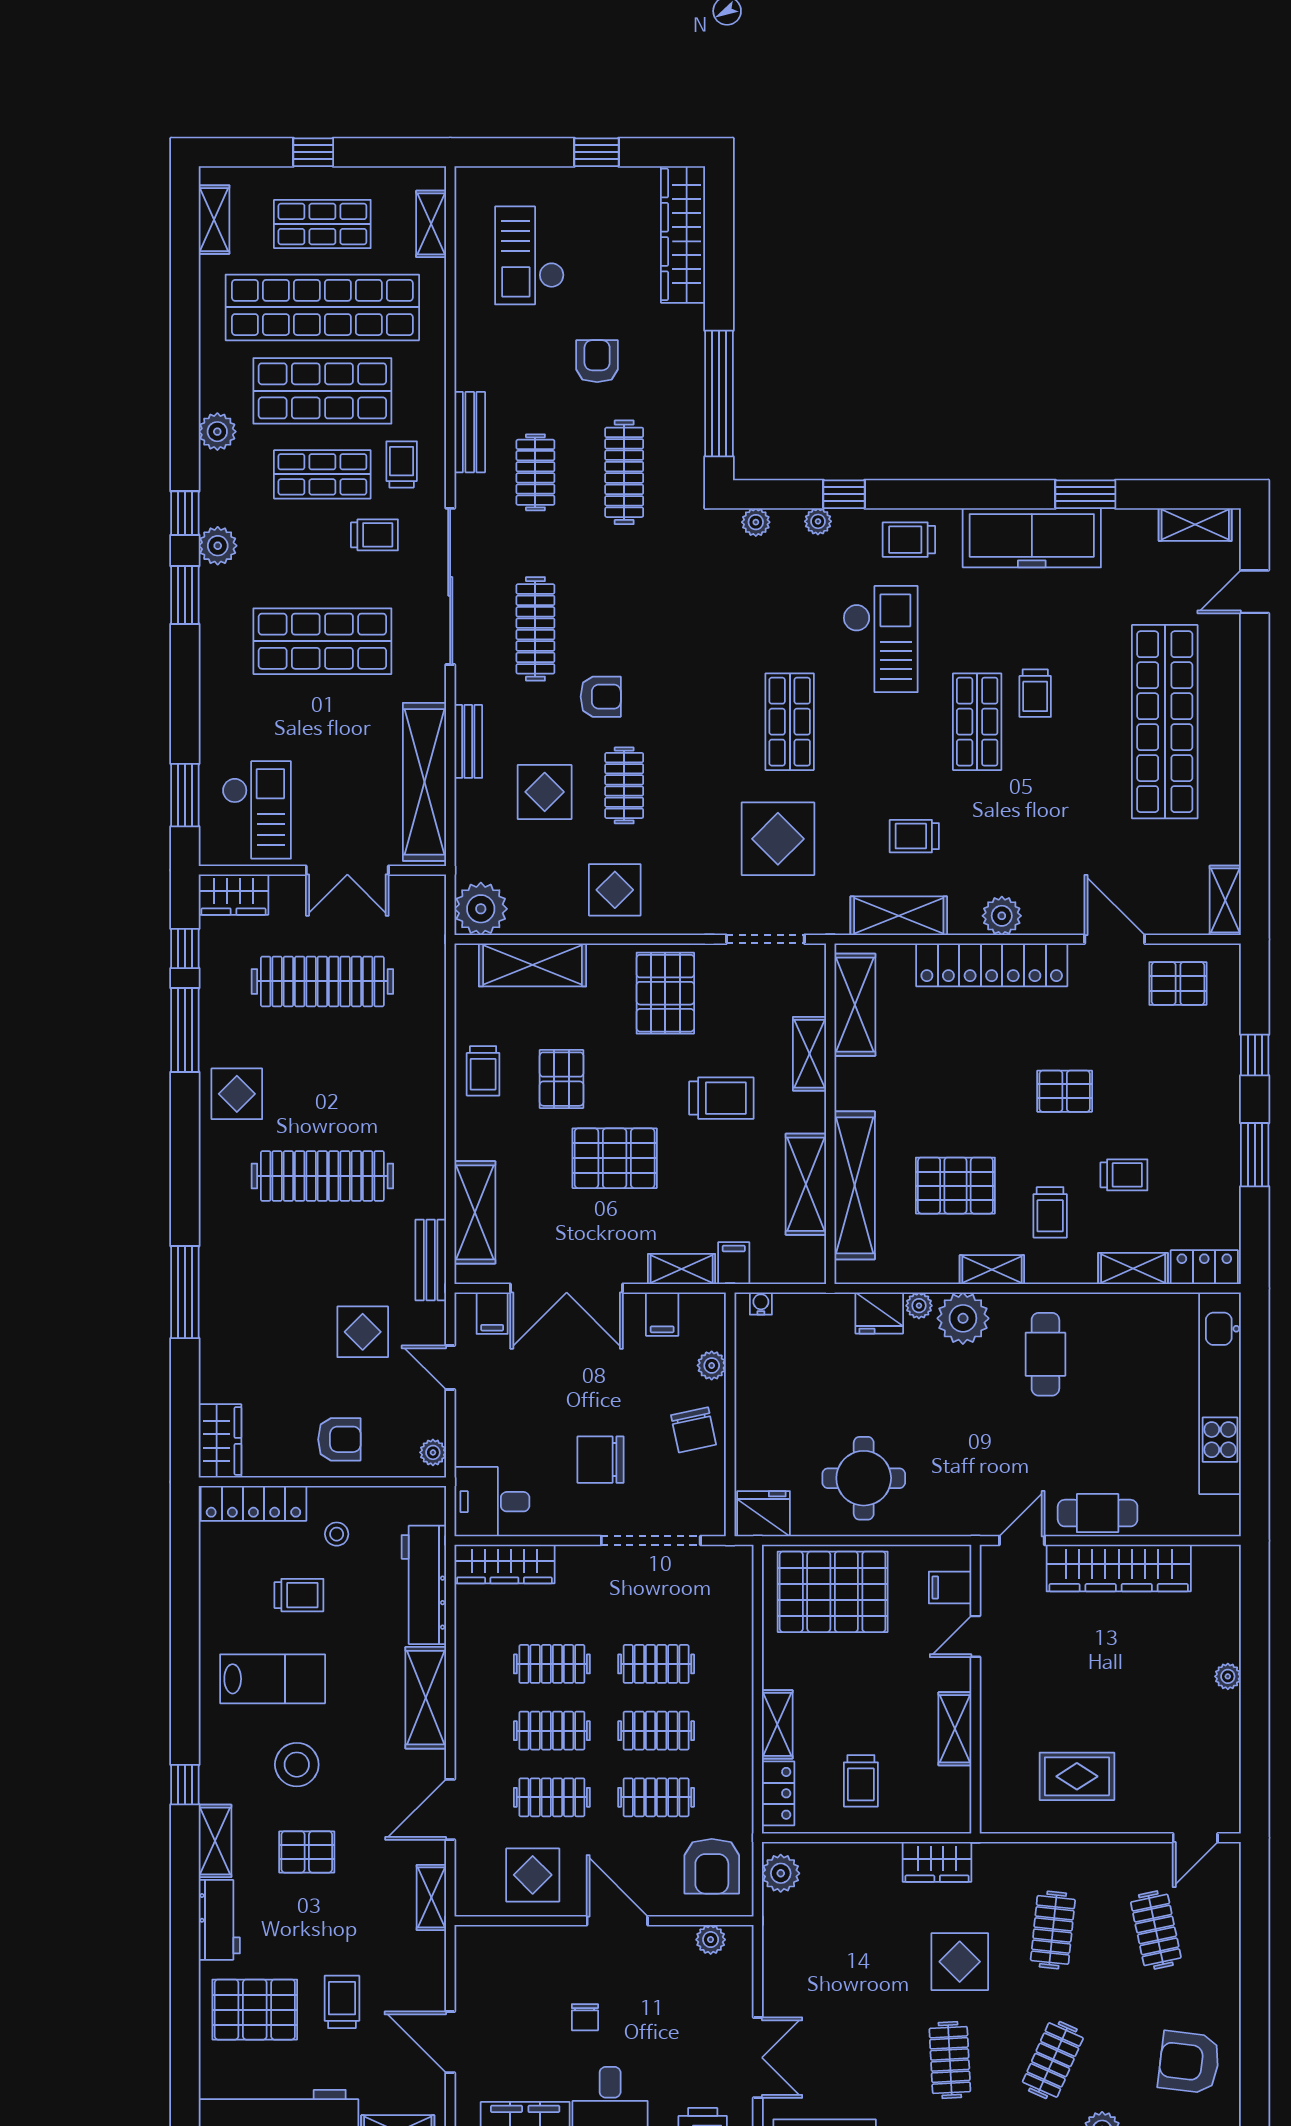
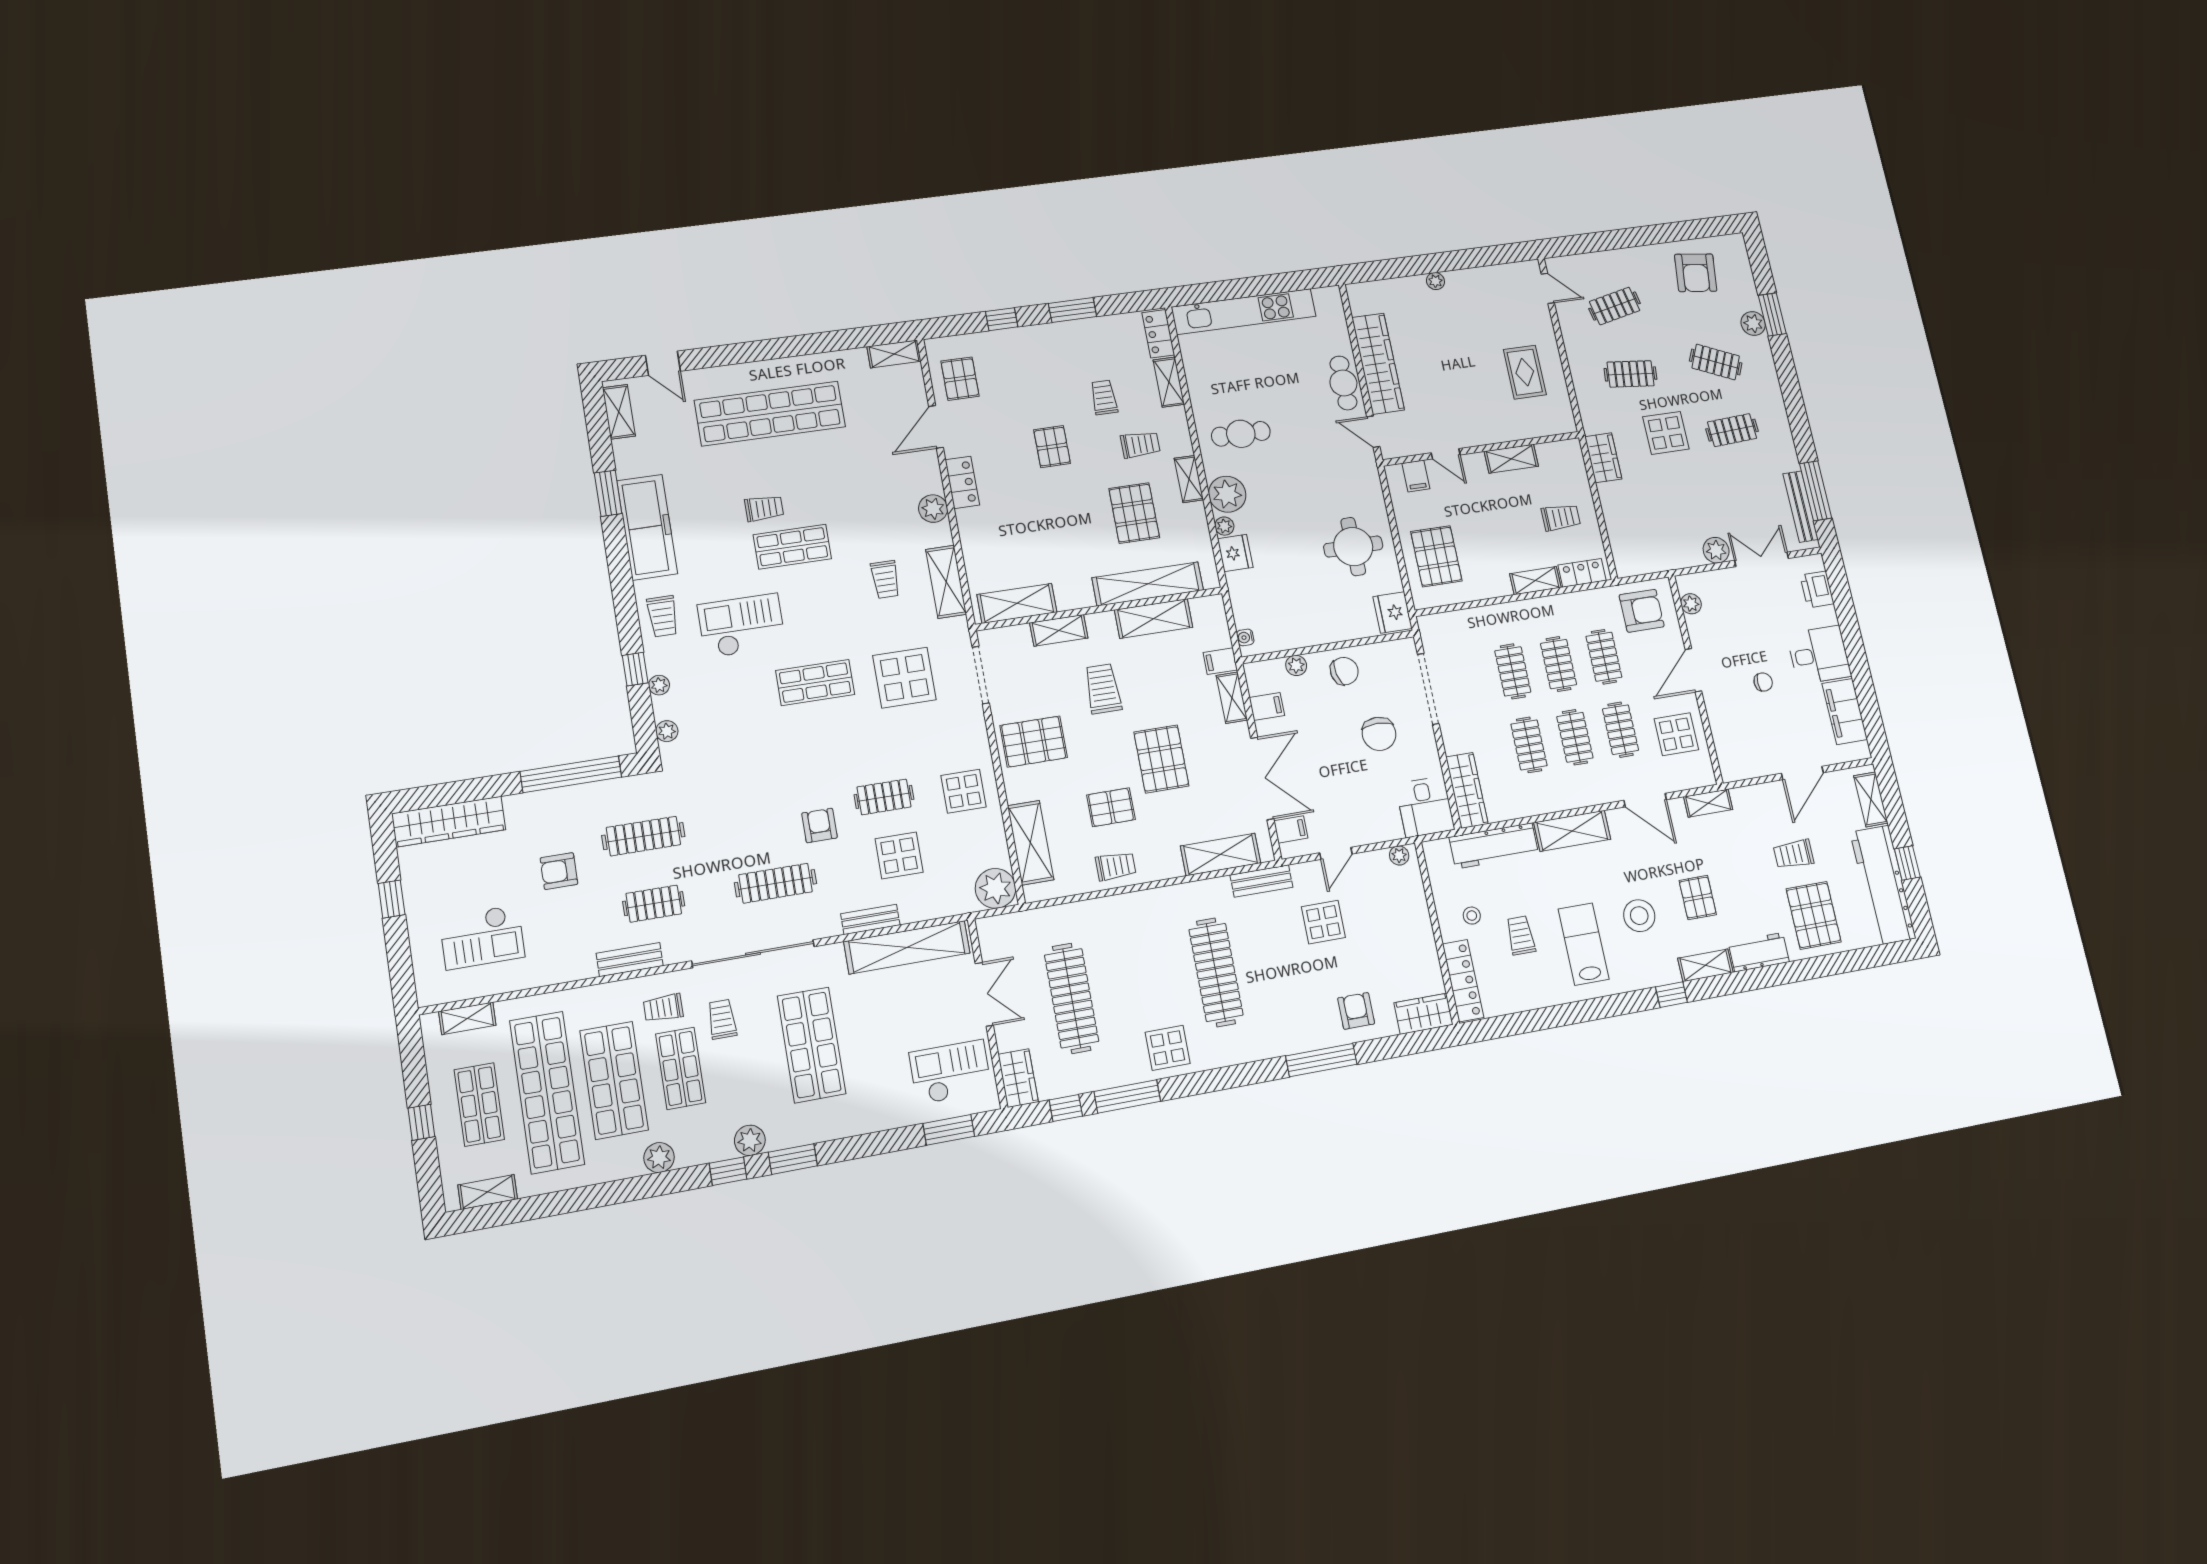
locker: (992, 965) -> (962, 482), width x0.46, depth x0.83
armchair: (339, 1439) -> (1356, 1011), moved
pallet: (833, 1592) -> (1436, 556), width x0.73, depth x0.71
plant: (781, 1873) -> (1716, 550), moved

